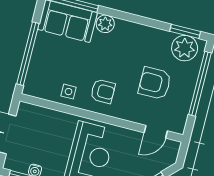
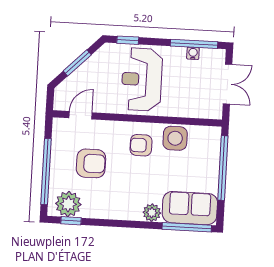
window: (185, 31) -> (71, 221), width x0.67
side table: (69, 92) -> (175, 138), width x1.87, depth x1.87

